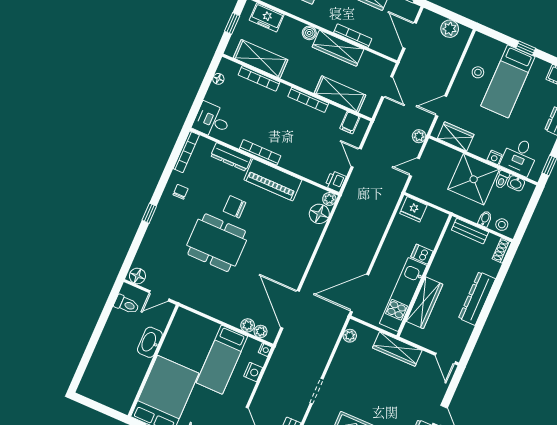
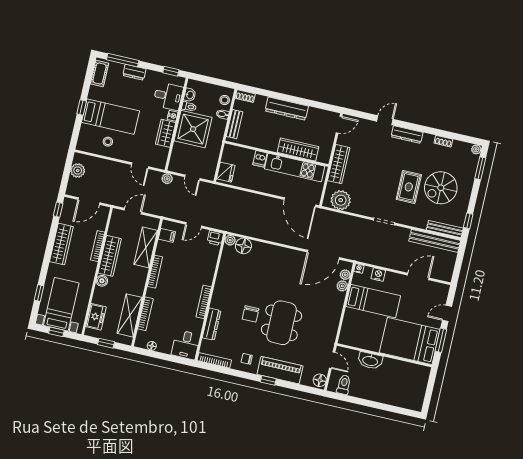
wardrobe: (456, 136) -> (166, 133), moved
piano: (273, 180) -> (280, 370), moved, turned -90
plant: (350, 336) -> (341, 200), width x1.88, depth x1.88

